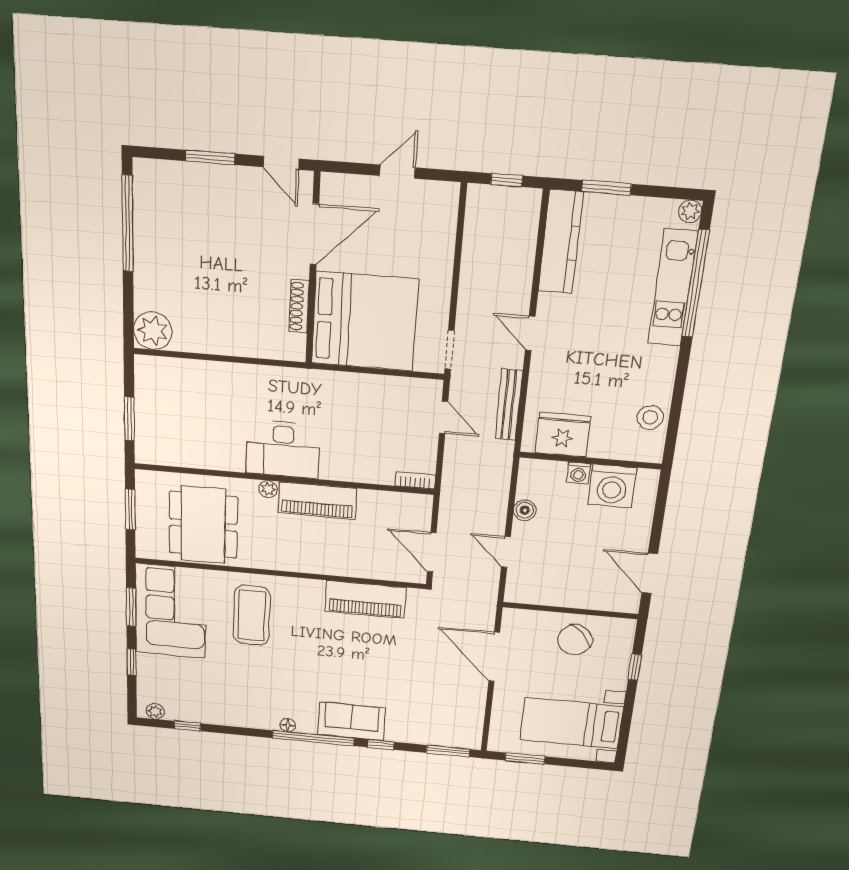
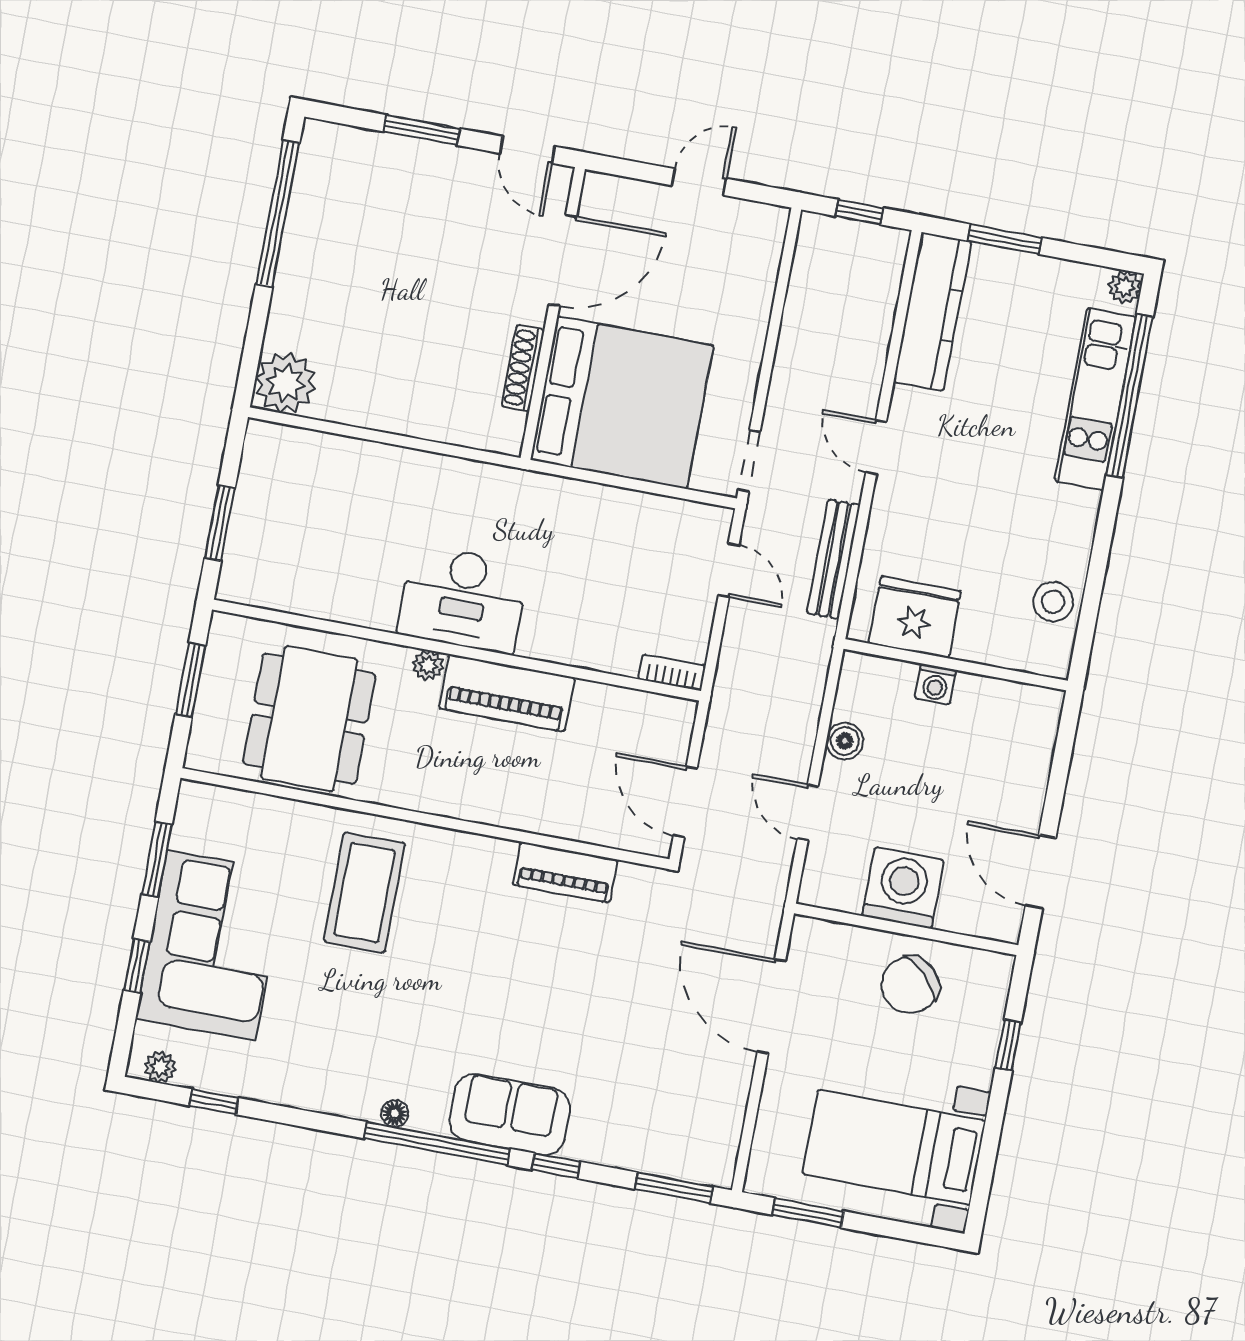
washing machine: (612, 486) -> (903, 888), moved, turned 180
piano: (365, 599) -> (565, 872), width x0.73, depth x0.75
corner sofa: (171, 611) -> (211, 945), moved

